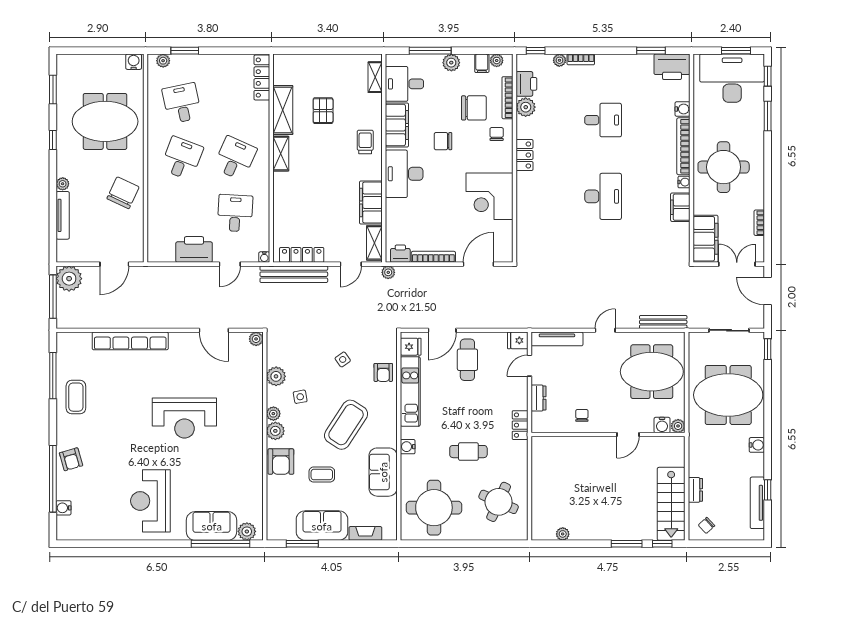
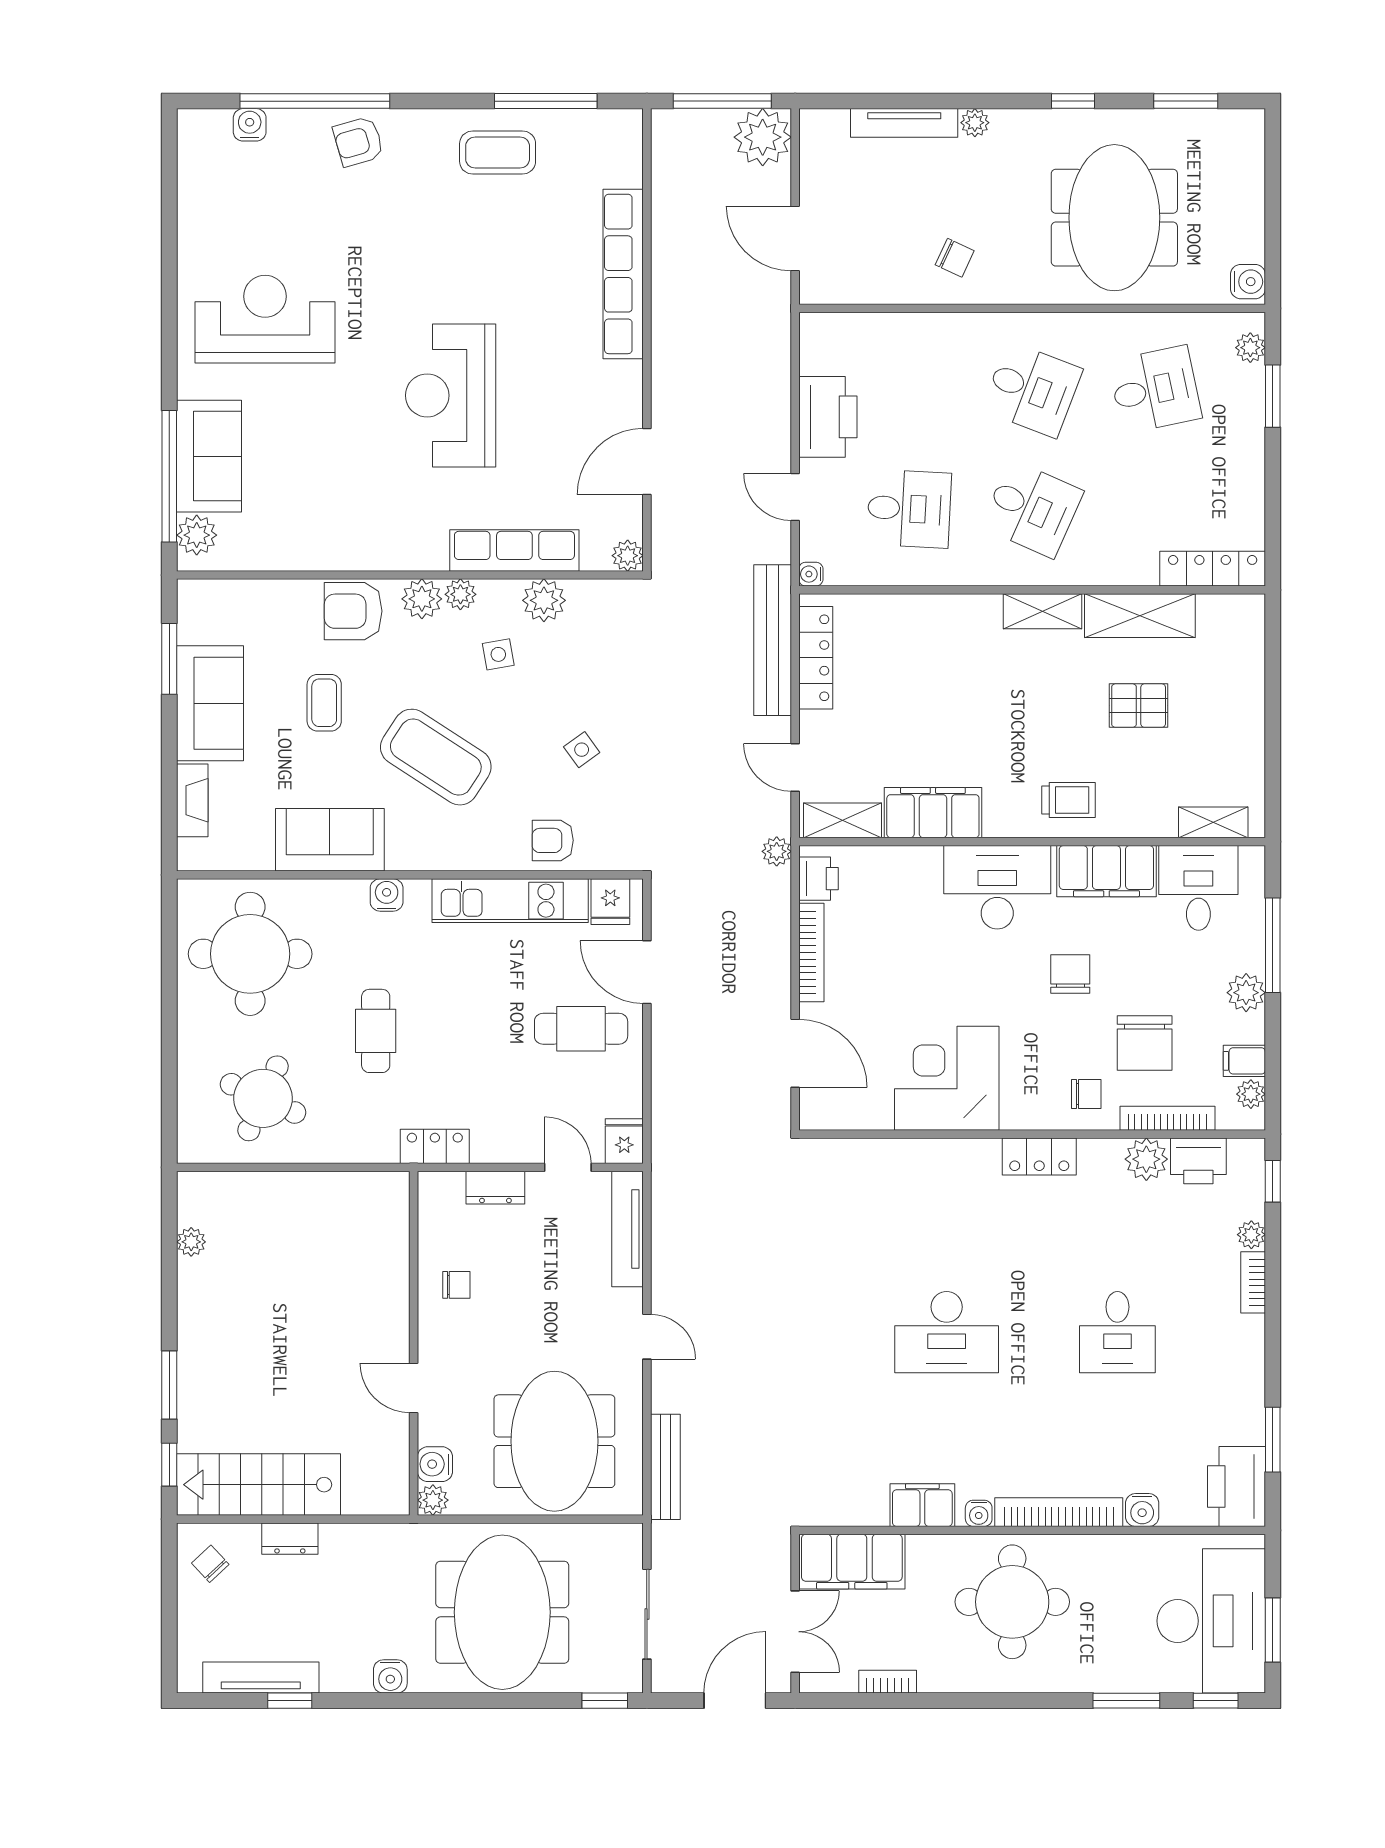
chair: (123, 193) -> (955, 258), width x0.54, depth x0.54
row of seats: (254, 390) -> (514, 550), added

